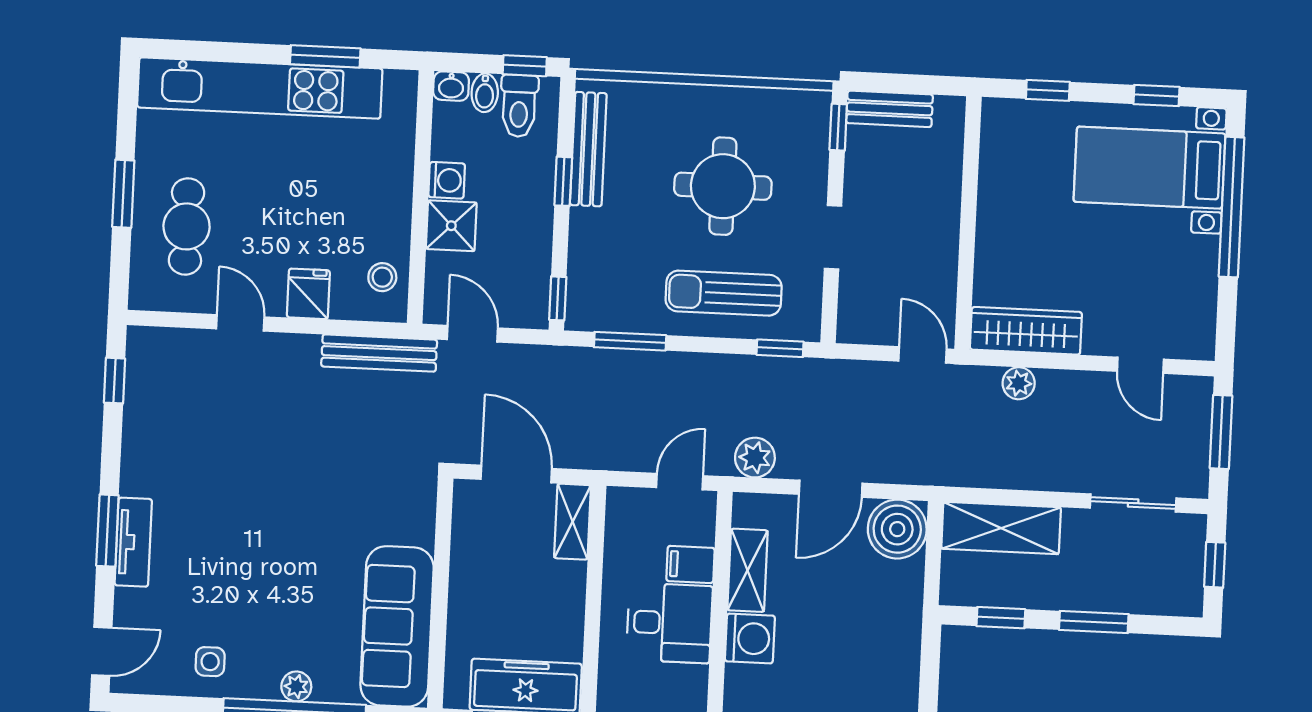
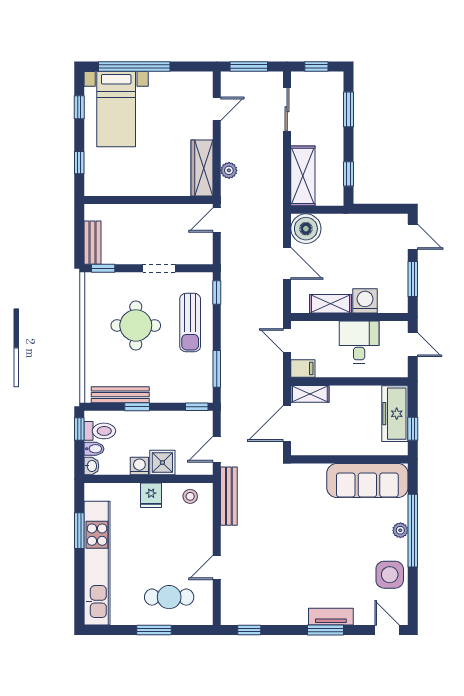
fridge: (308, 294) -> (151, 495), moved, turned -90
plant: (755, 458) -> (273, 303), removed
filing cabinet: (690, 564) -> (303, 368), moved, turned -90
window: (1094, 622) -> (348, 109), moved
side table: (210, 662) -> (390, 575), width x1.87, depth x1.87

